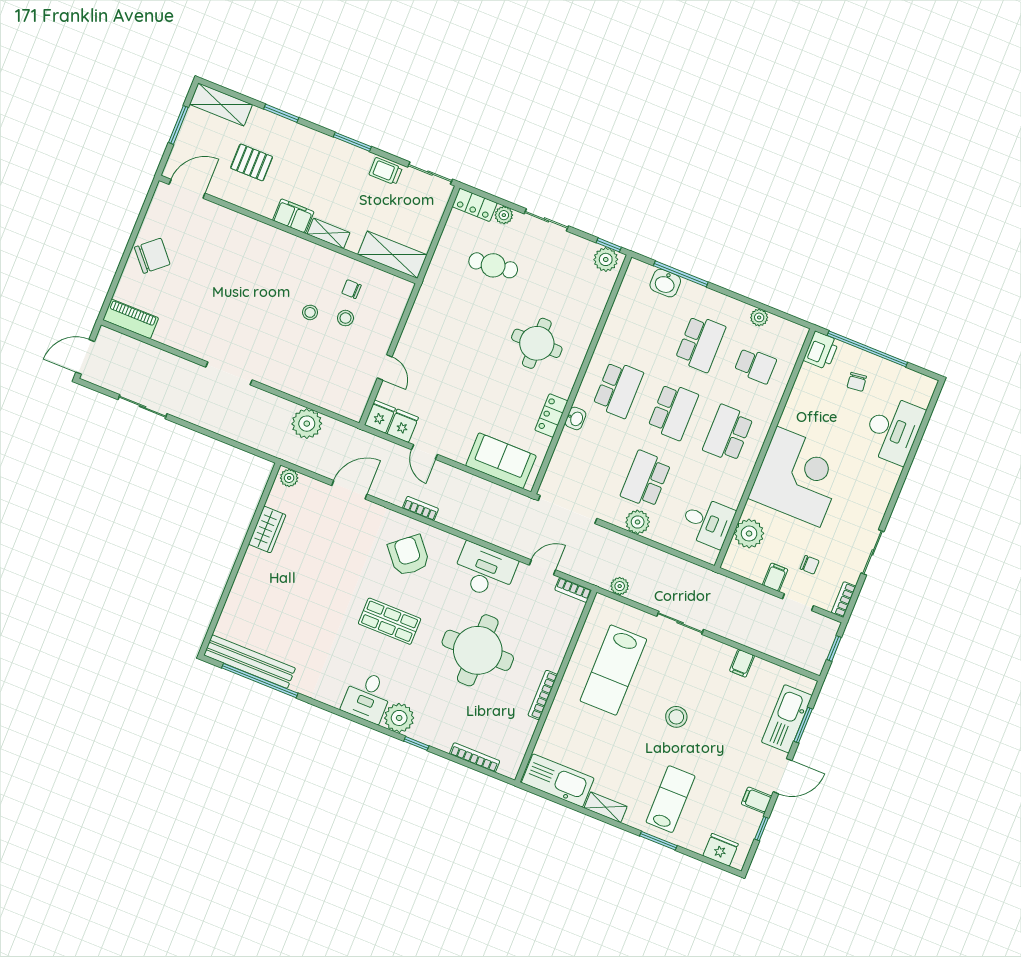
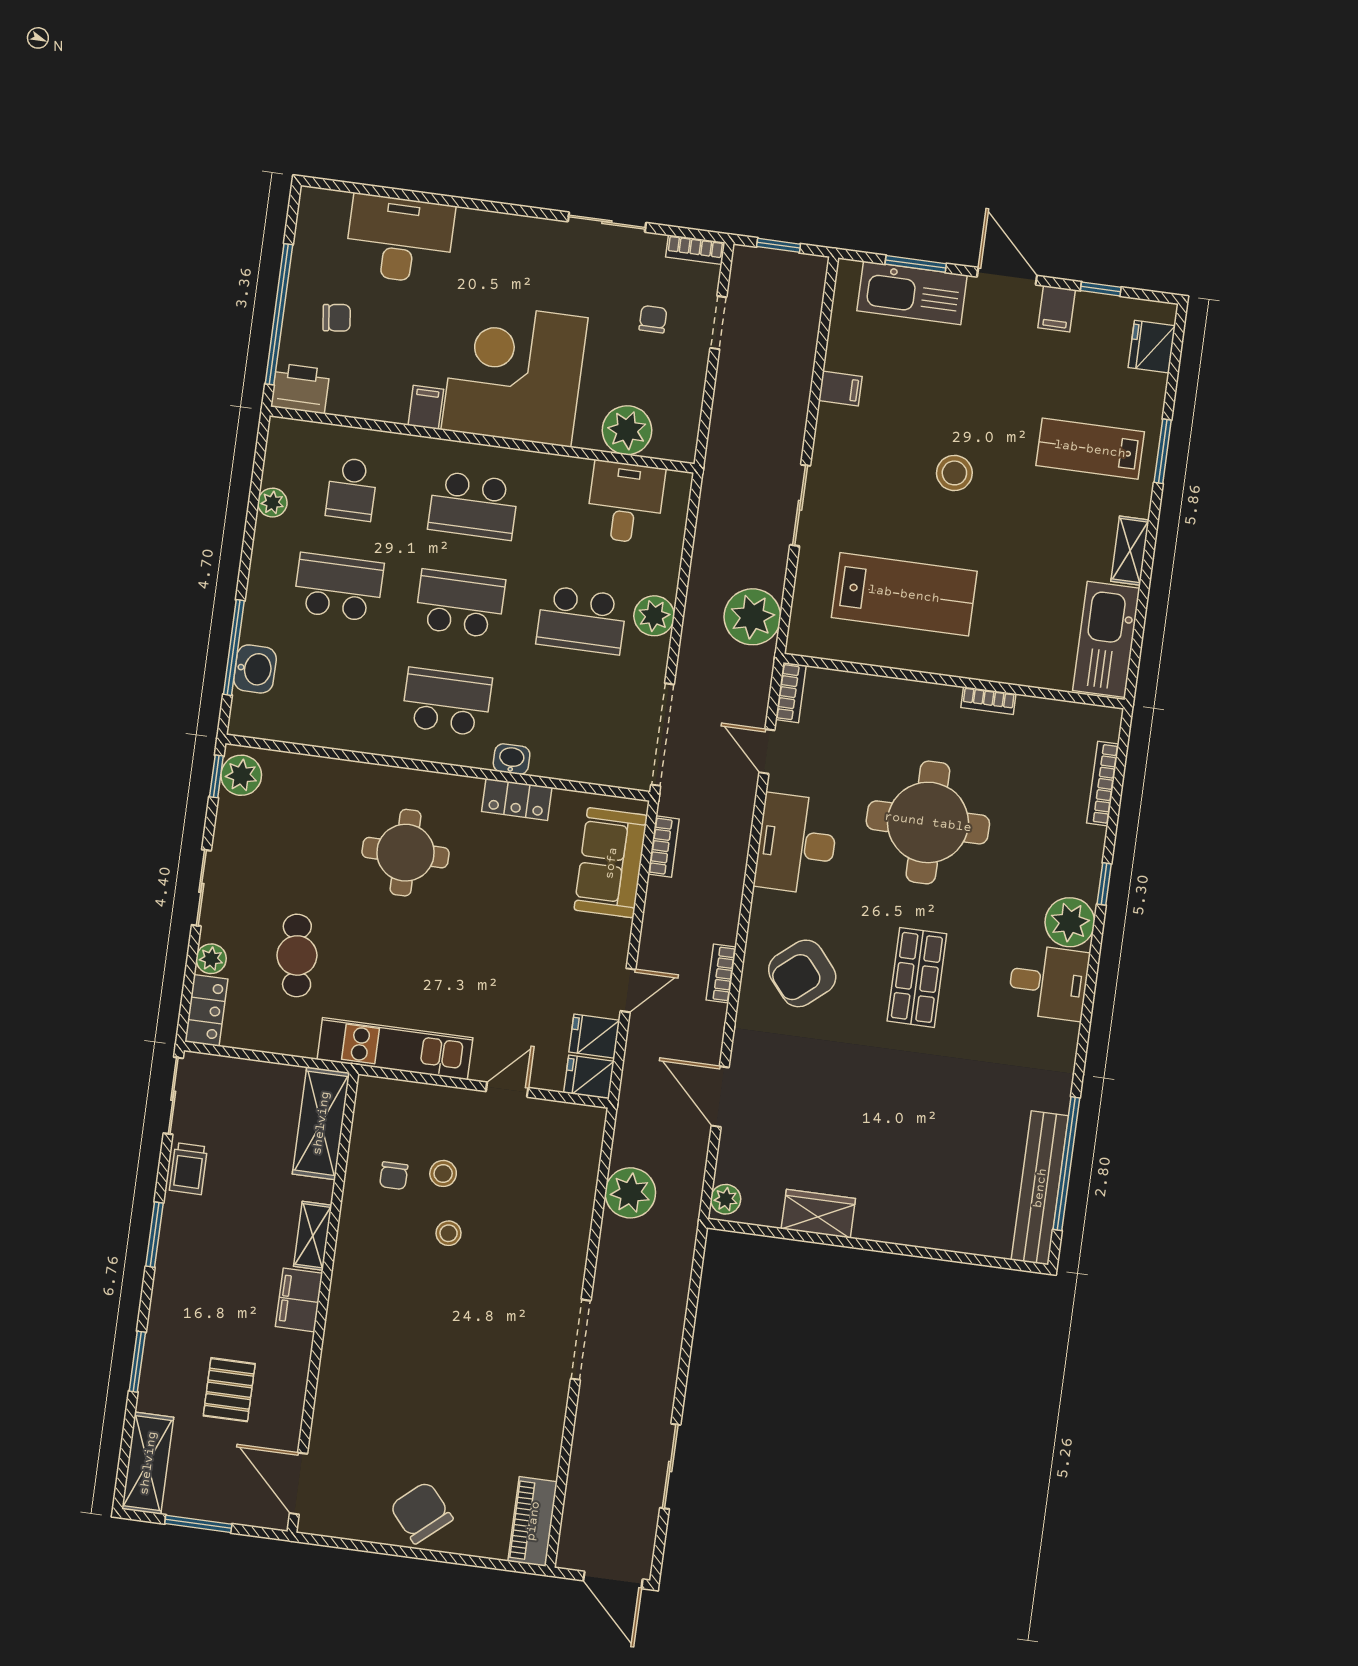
kitchen unit: (425, 308) -> (395, 1049), added
school desk: (755, 365) -> (352, 489), turned 180
bookcase: (503, 494) -> (664, 846), added
filing cabinet: (775, 577) -> (426, 407), moved, turned 90
plant: (620, 586) -> (752, 617), width x1.87, depth x1.87
bookcase: (543, 695) -> (988, 701), width x0.64

